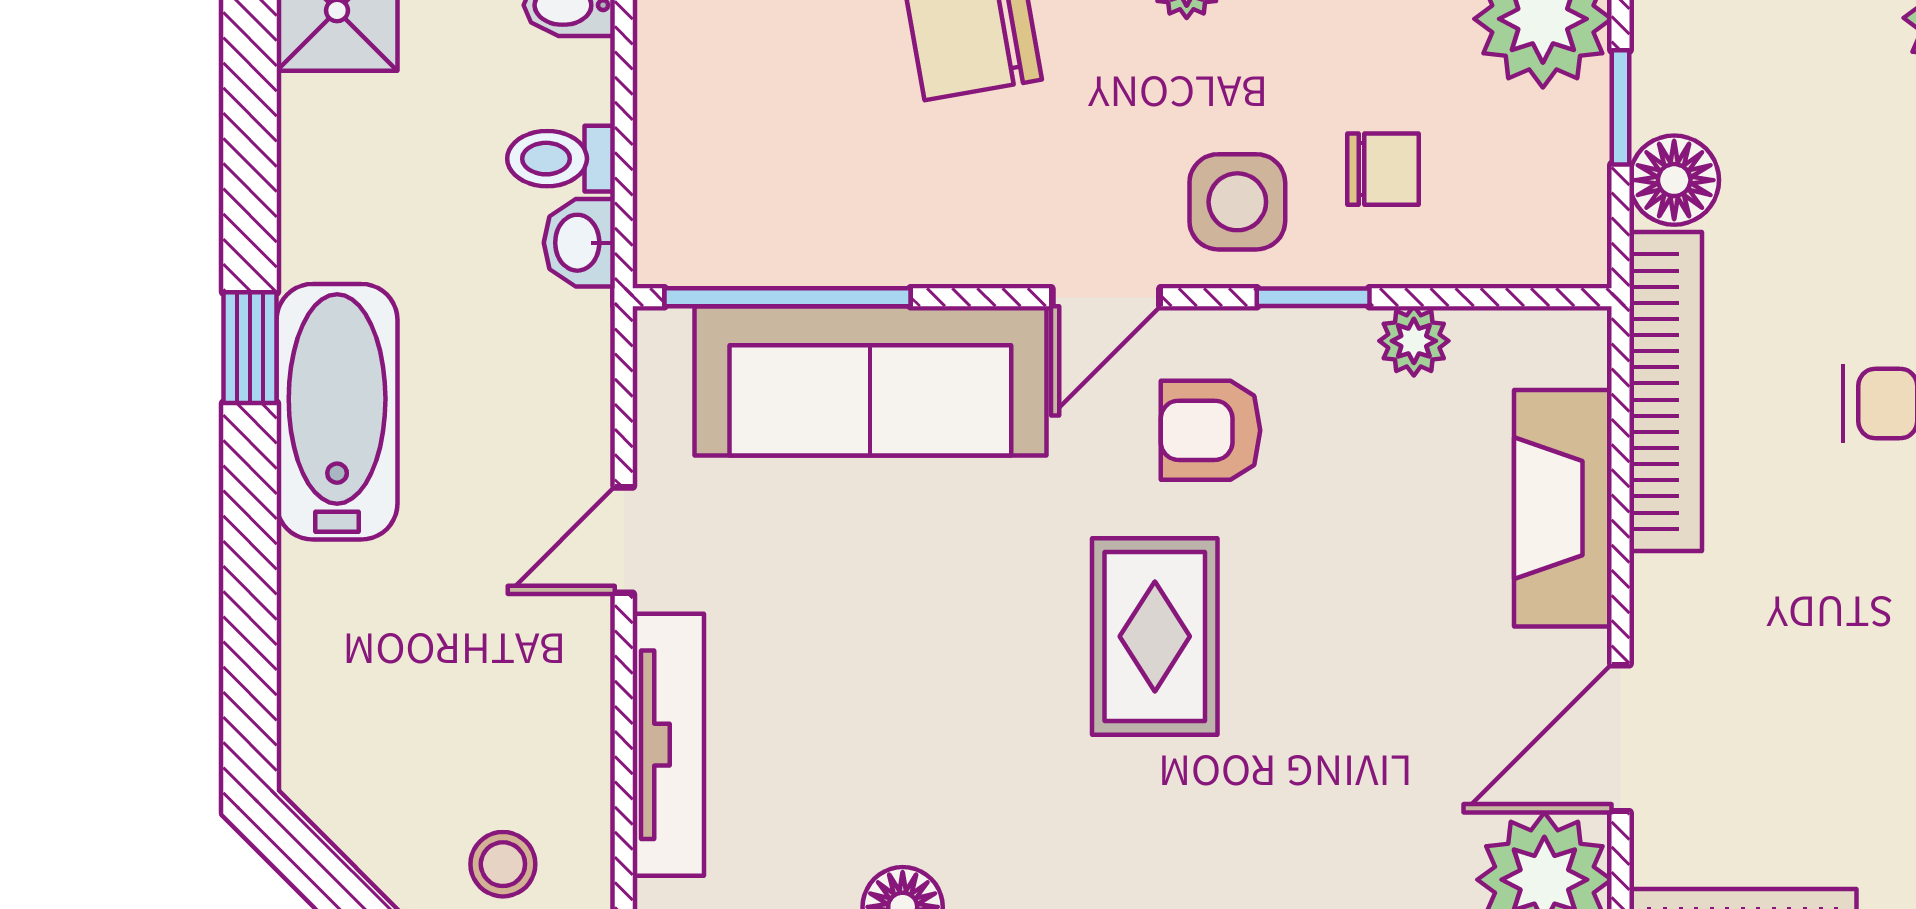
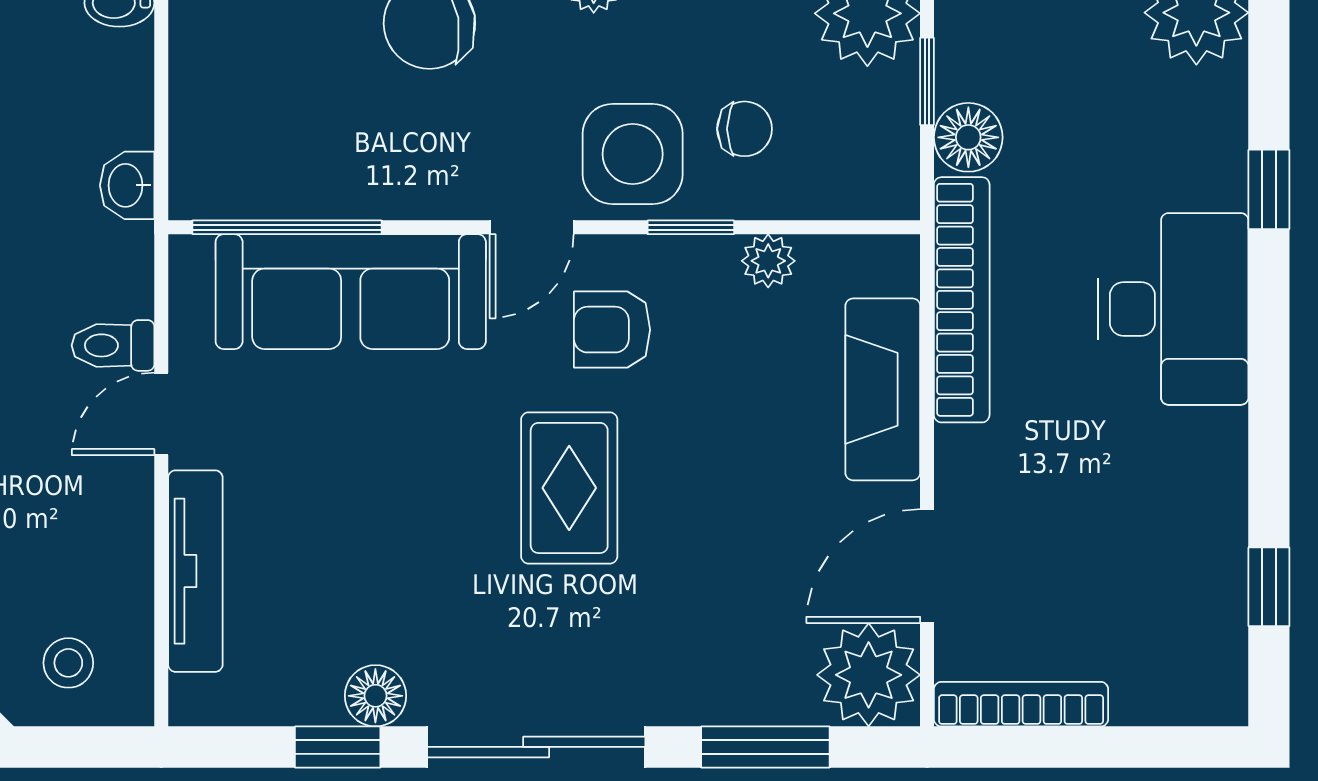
toilet: (561, 159) -> (113, 345), moved
side table: (1237, 202) -> (633, 154), width x1.37, depth x1.37

